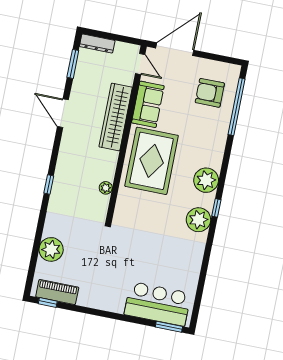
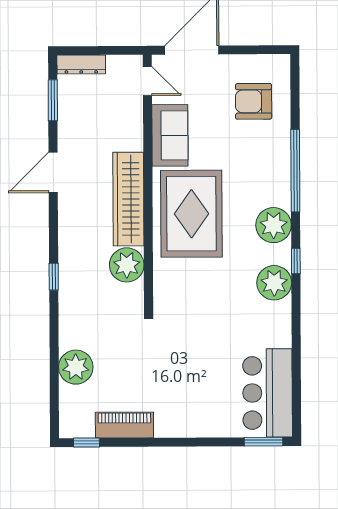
window: (237, 107) -> (295, 171), moved
door: (63, 113) -> (53, 172), hinge flipped
wardrobe: (116, 117) -> (128, 199), moved
plant: (106, 188) -> (127, 265), width x1.87, depth x1.87
piano: (57, 292) -> (124, 425), moved
bar counter: (158, 304) -> (267, 393), moved, turned -90

